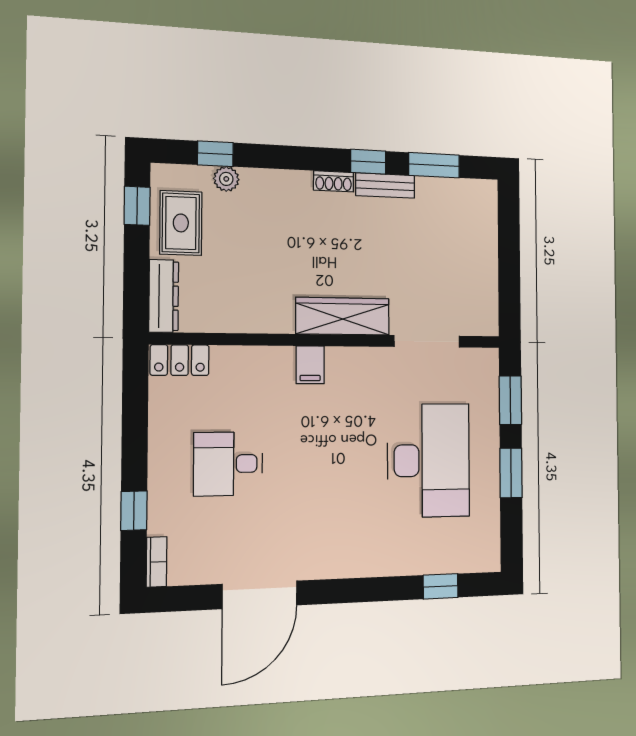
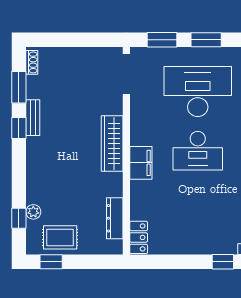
shoe rack: (334, 181) -> (32, 62), moved
dresser: (164, 296) -> (115, 218), moved, turned -90
doorway: (427, 341) -> (126, 74), moved
filing cabinet: (310, 365) -> (141, 163), width x2.00
desk: (228, 464) -> (198, 151), moved, width x1.37

